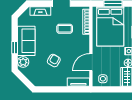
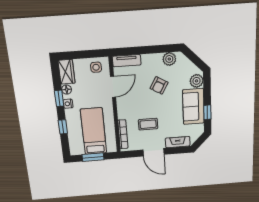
bed: (110, 26) -> (94, 131), width x0.67
window: (15, 48) -> (207, 112), moved
plant: (44, 81) -> (169, 59), added

